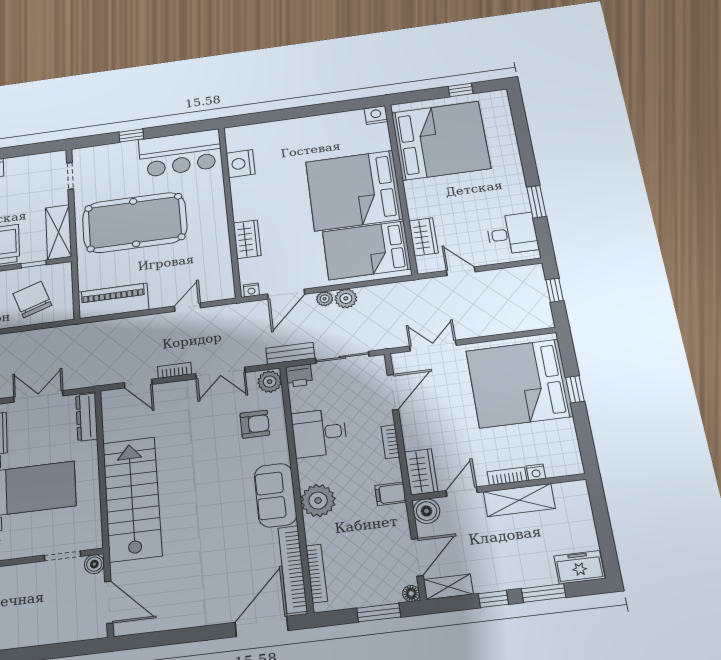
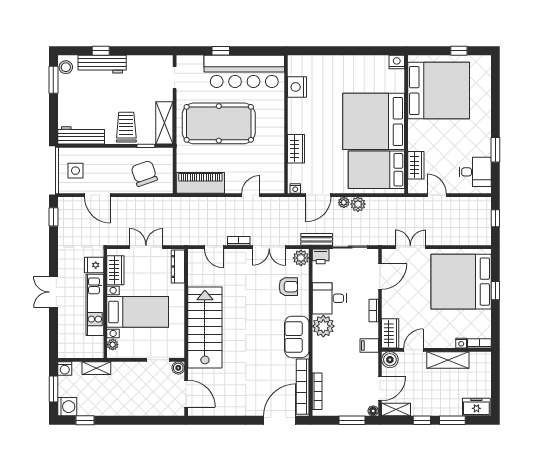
bar counter: (180, 153) -> (244, 71), width x1.36
bookcase: (507, 476) -> (479, 343), moved
plant: (318, 501) -> (323, 326), moved

